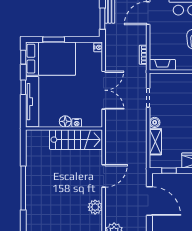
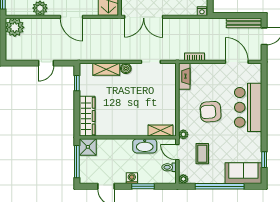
window: (102, 19) -> (231, 16), removed
double door: (104, 90) -> (144, 17), moved
door: (149, 201) -> (46, 63), width x0.53

